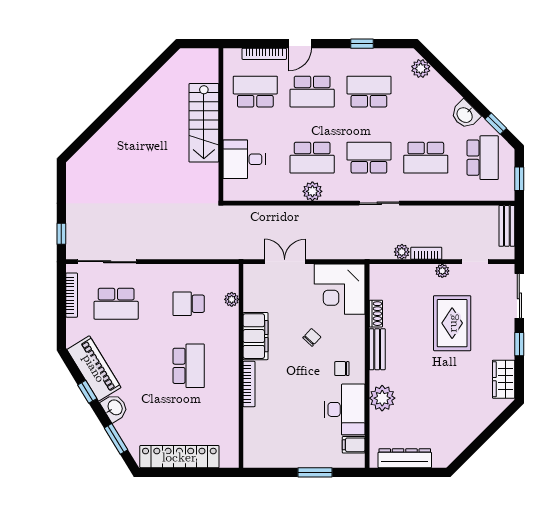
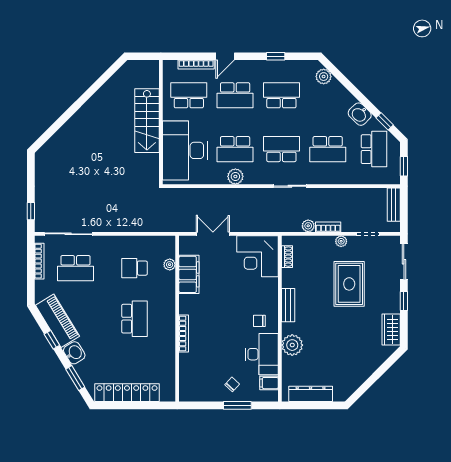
desk: (244, 159) -> (185, 150), width x1.87, depth x1.30
shoe rack: (376, 314) -> (287, 257), moved
filing cabinet: (255, 336) -> (189, 274), moved
chair: (312, 337) -> (232, 384), moved

